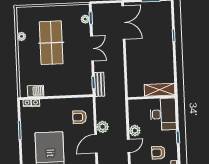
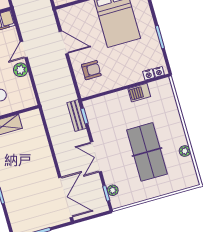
double door: (123, 22) -> (66, 197), swing flipped
barbecue: (36, 91) -> (139, 93), moved
plant: (103, 127) -> (61, 65), removed
door: (96, 144) -> (64, 43), hinge flipped

